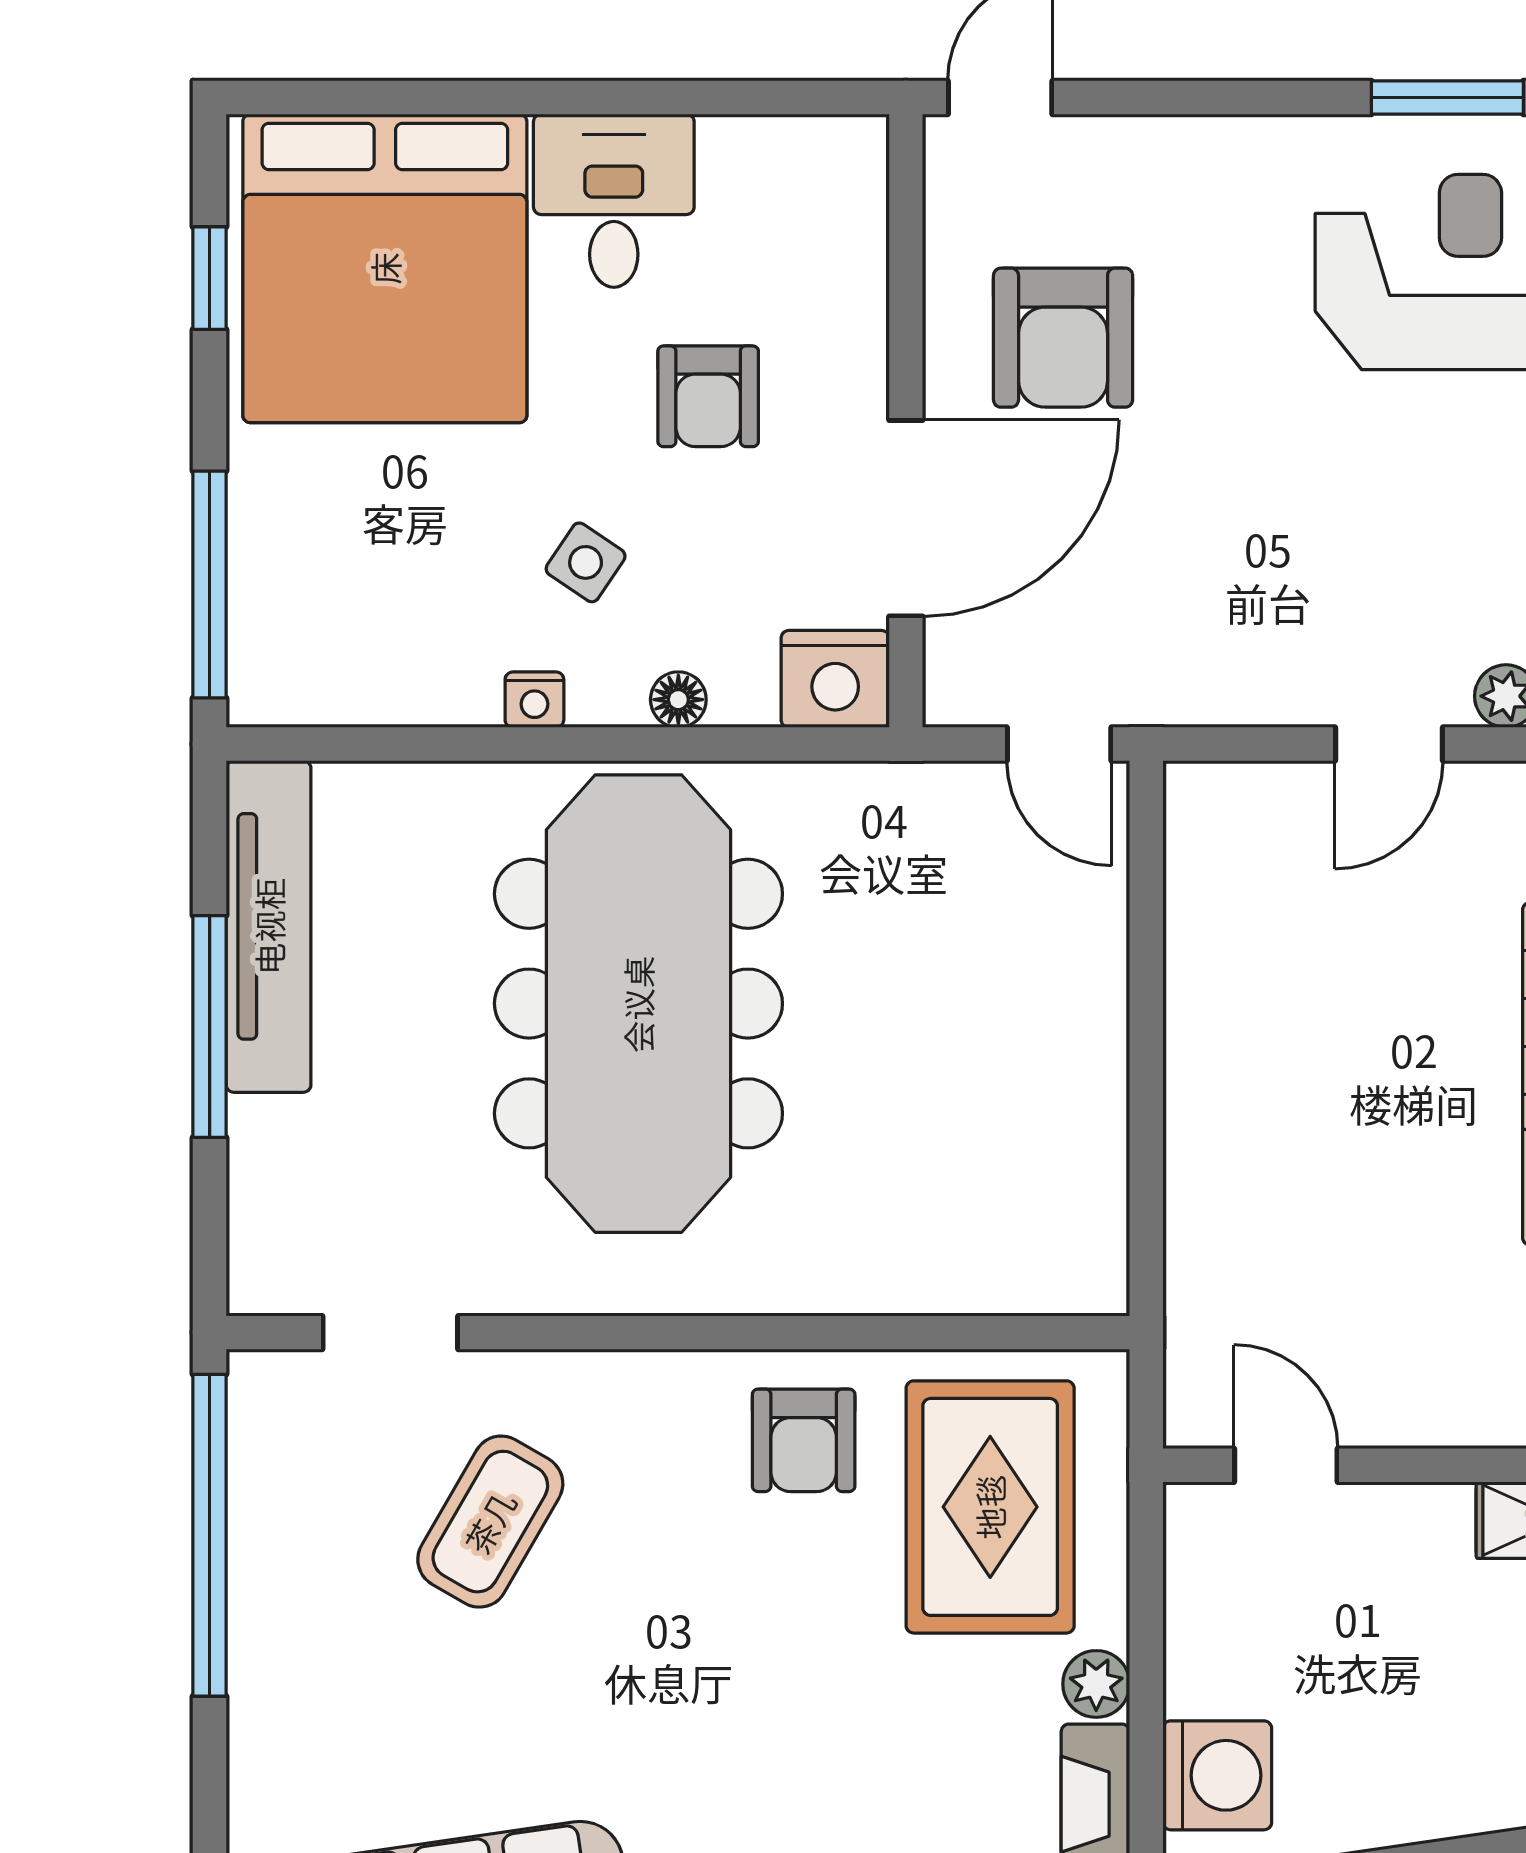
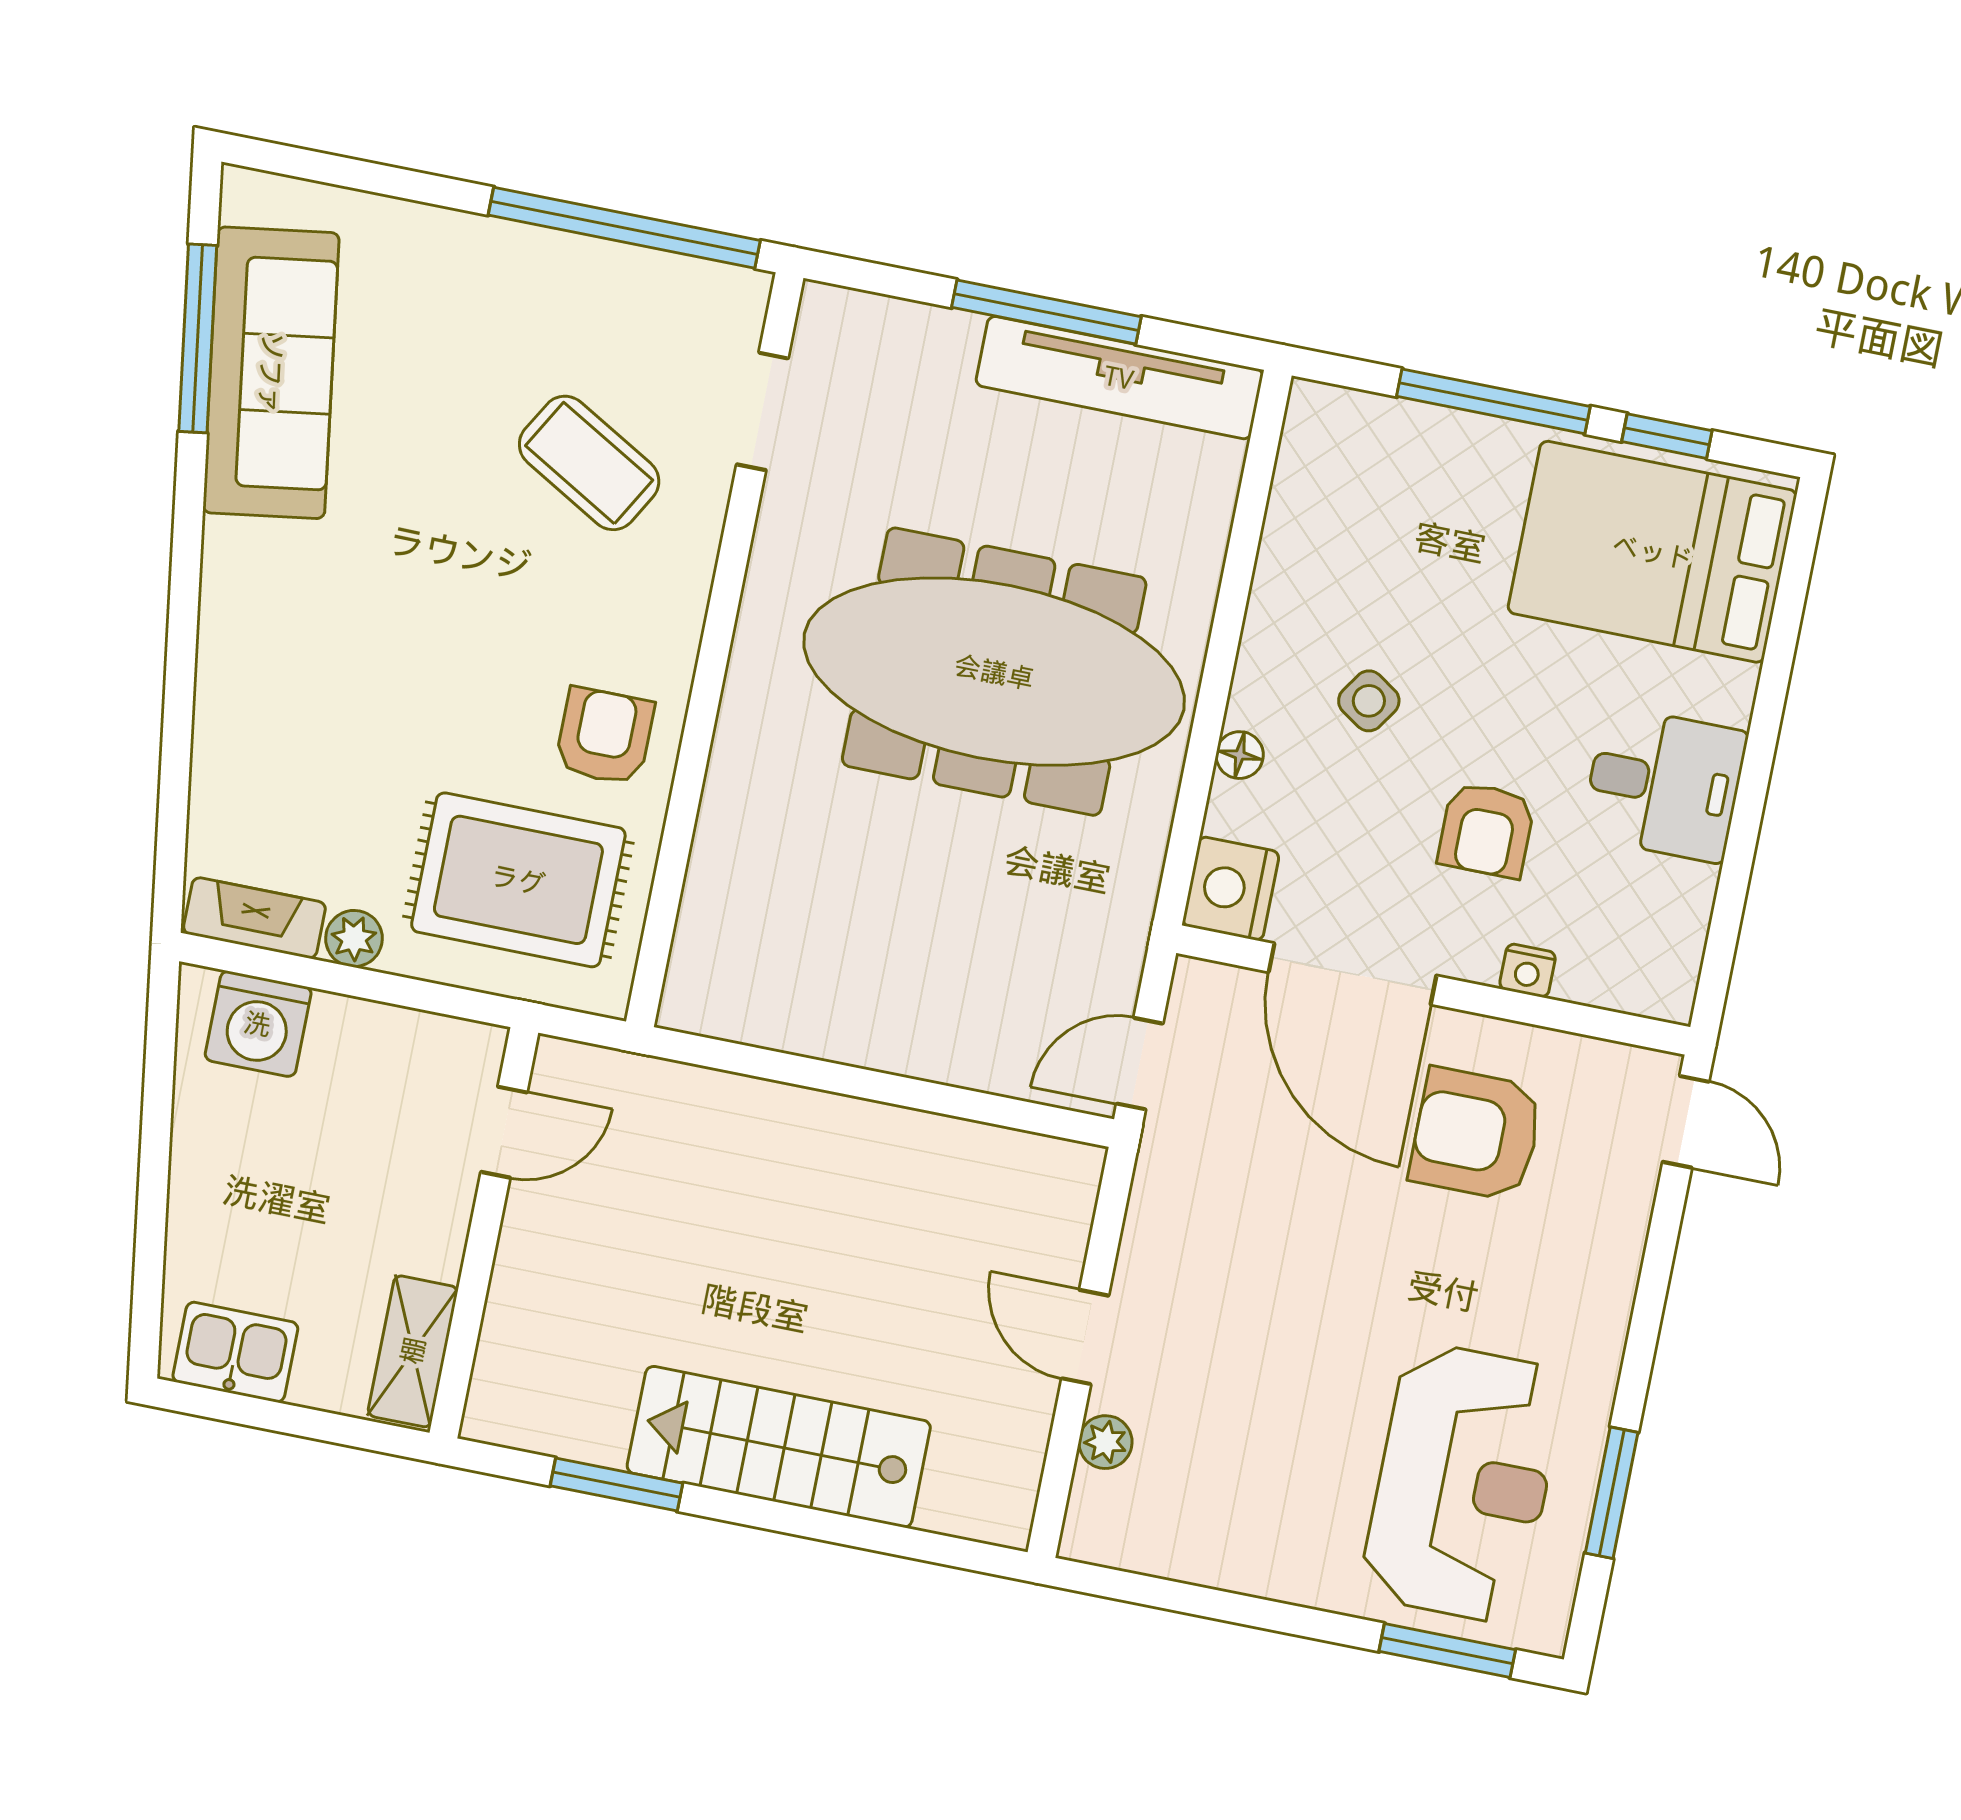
bed: (385, 268) -> (1652, 552), width x0.73
armchair: (708, 396) -> (1486, 830), turned -90
window: (210, 584) -> (1493, 401), moved
nightstand: (534, 700) -> (1528, 971), moved, turned -90
armchair: (804, 1440) -> (605, 736), turned 90

